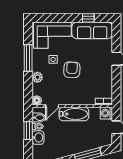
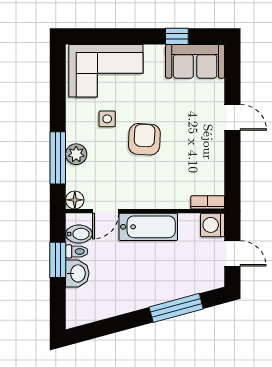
sofa: (92, 30) -> (195, 61), width x0.73
window: (28, 58) -> (58, 158), moved

